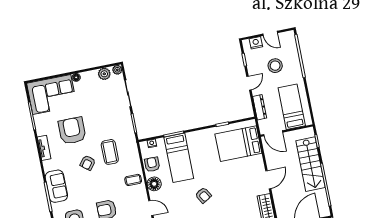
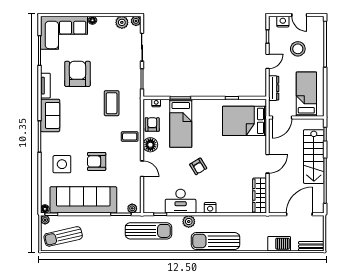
door: (273, 133) -> (282, 117), hinge flipped
armchair: (88, 163) -> (87, 110), removed
sofa: (56, 186) -> (50, 115), moved

